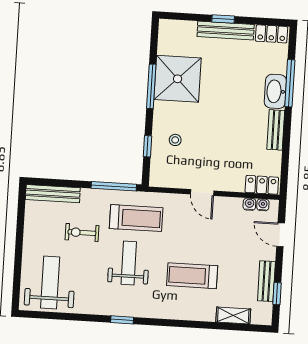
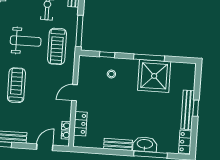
locker: (262, 185) -> (80, 124), moved

